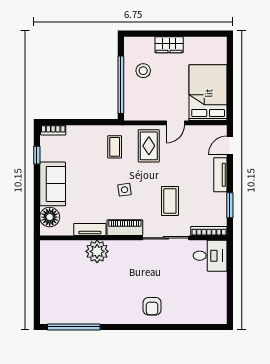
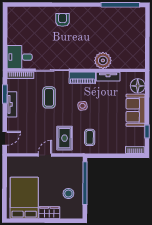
bed: (208, 93) -> (24, 198), moved, turned 180
tv unit: (220, 175) -> (12, 104), moved

